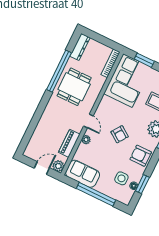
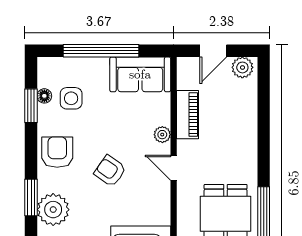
armchair: (141, 156) -> (57, 152), turned -90
plant: (58, 166) -> (242, 67), moved

